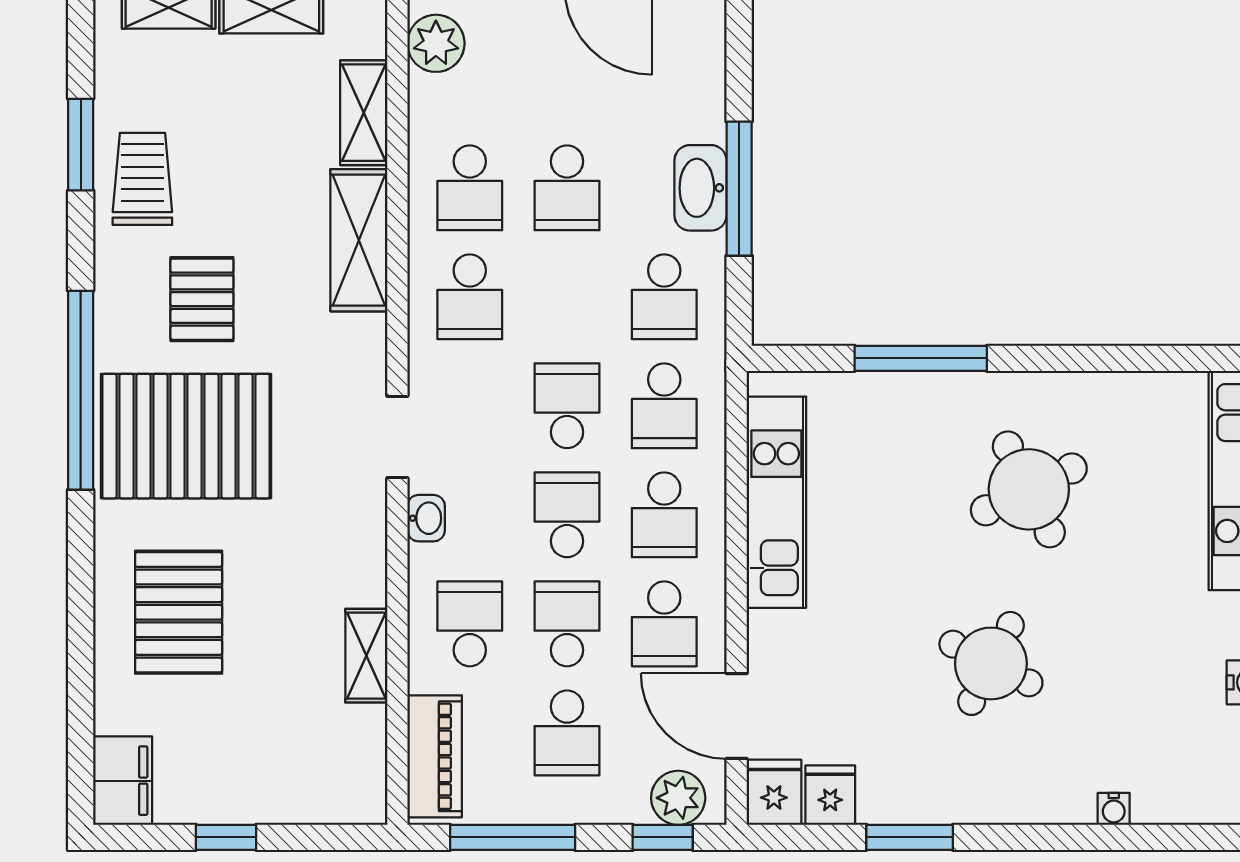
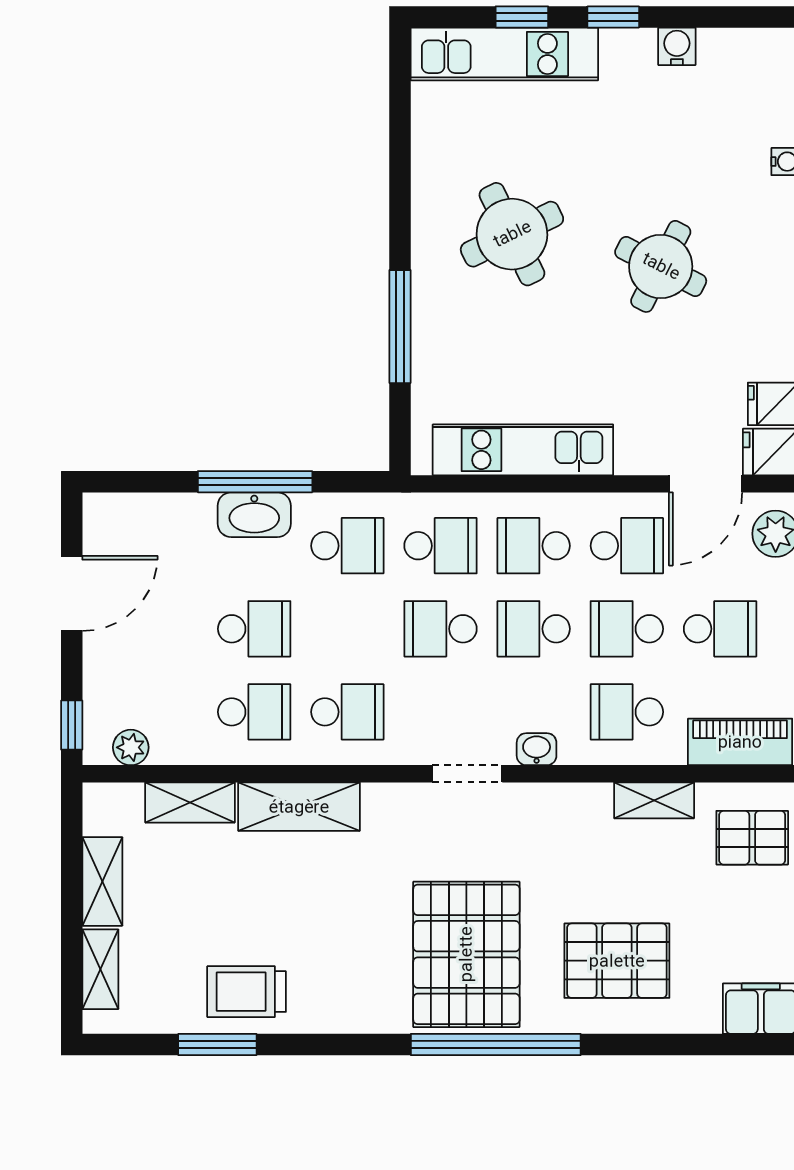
plant: (436, 43) -> (131, 747), width x0.73, depth x0.73
pallet: (202, 299) -> (752, 838), moved
window: (81, 390) -> (496, 1044), moved
school desk: (664, 515) -> (534, 546), turned 180

